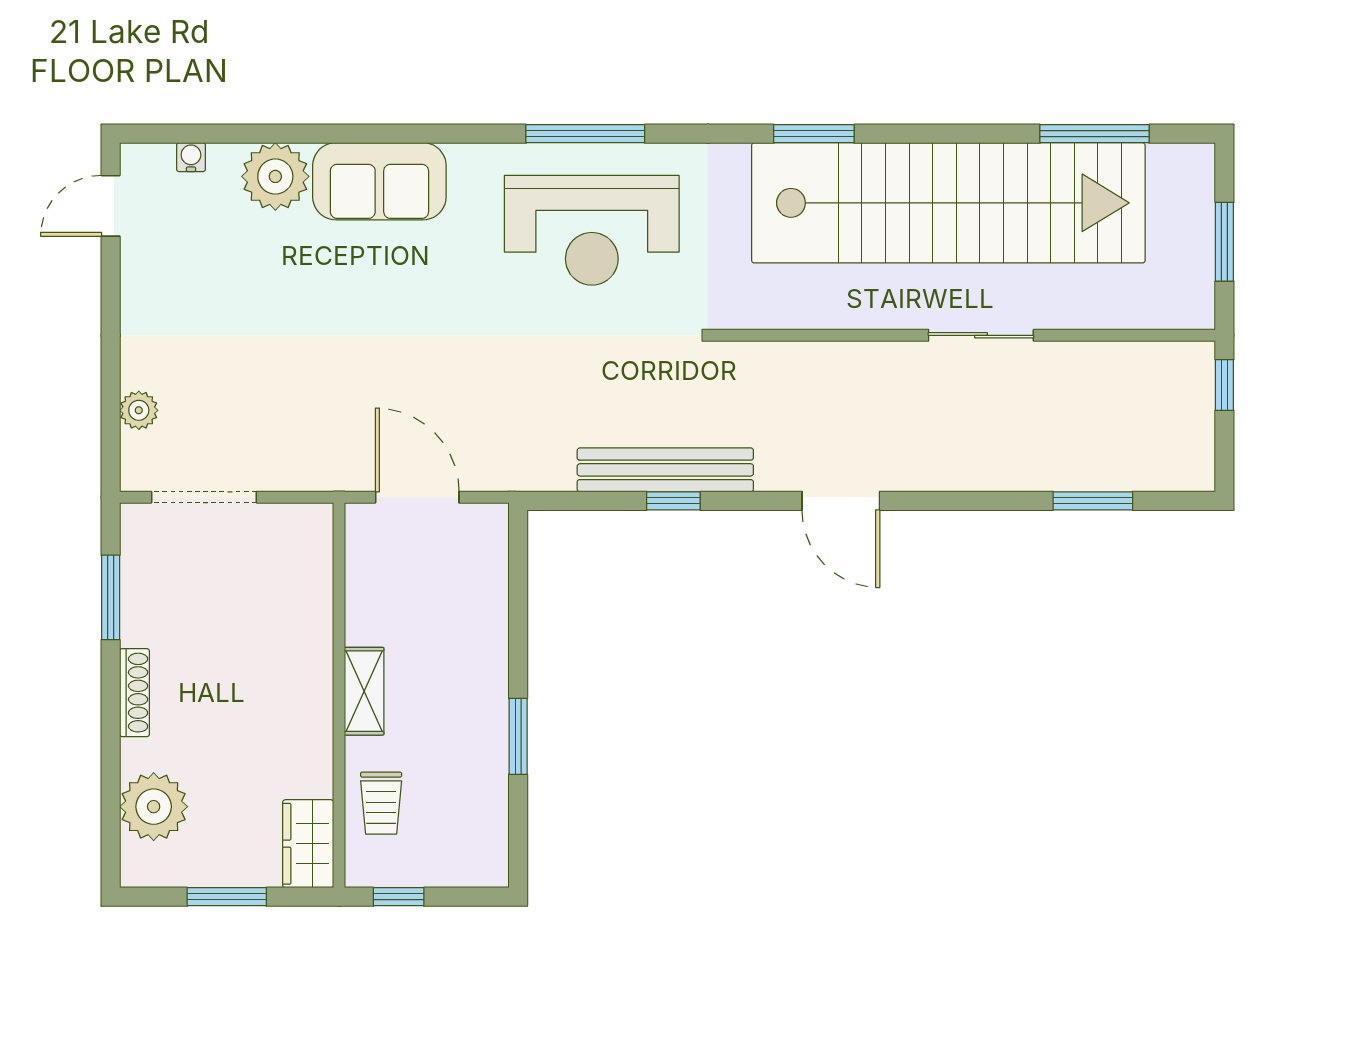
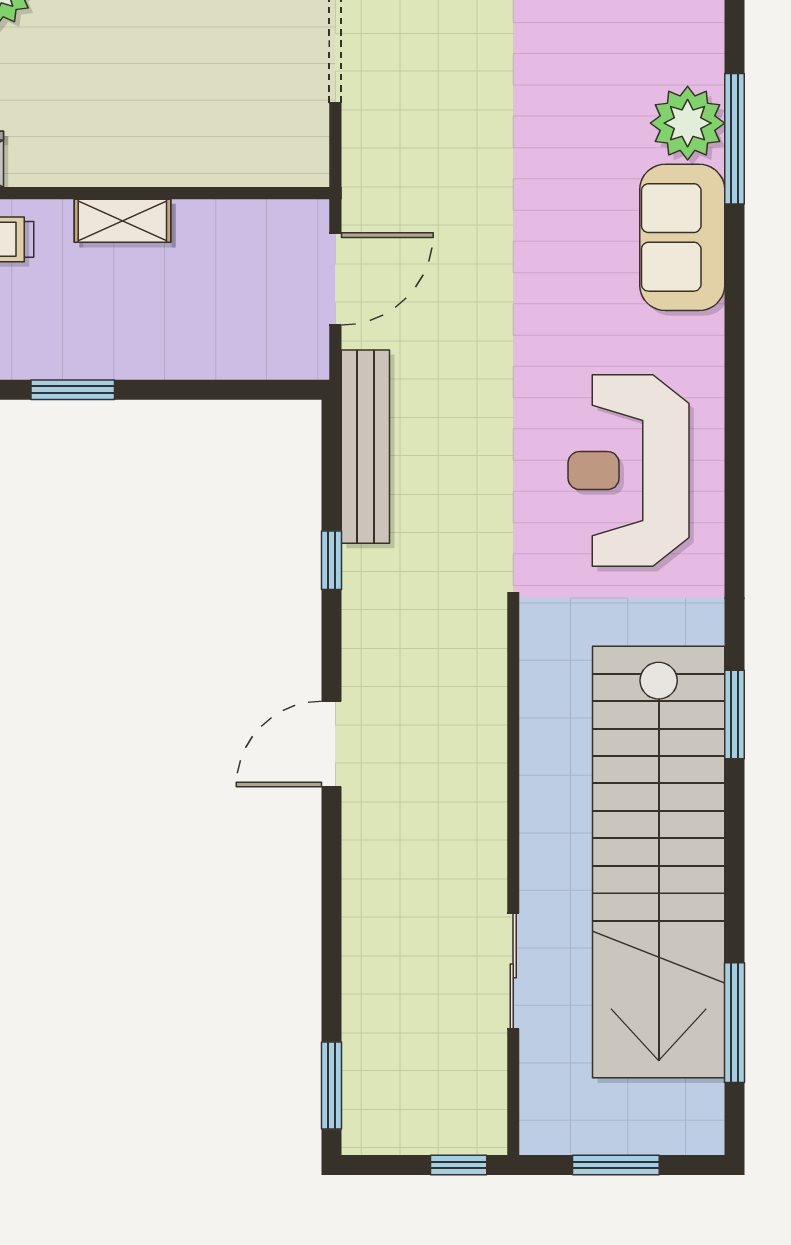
window: (585, 134) -> (734, 139), moved
water cooler: (191, 157) -> (709, 31), removed
sliding door: (981, 335) -> (513, 971), moved
bench: (665, 470) -> (365, 447), moved
window: (1093, 501) -> (331, 1085), moved

